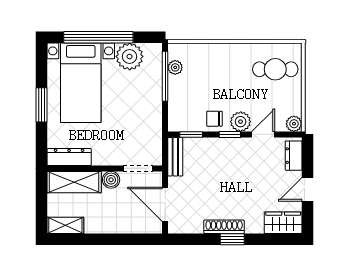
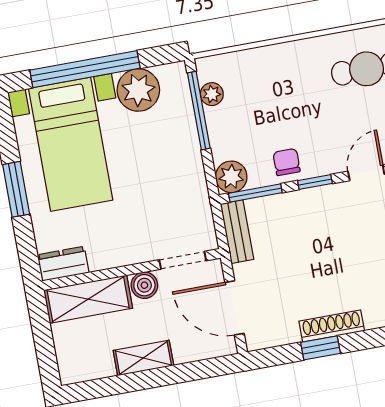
chair: (214, 119) -> (287, 162), turned 90
plant: (241, 122) -> (231, 177), moved
window: (191, 134) -> (255, 193), width x1.50
dresser: (69, 157) -> (63, 264), width x0.70
shelving: (65, 225) -> (143, 358), moved
window: (232, 239) -> (320, 348), moved

